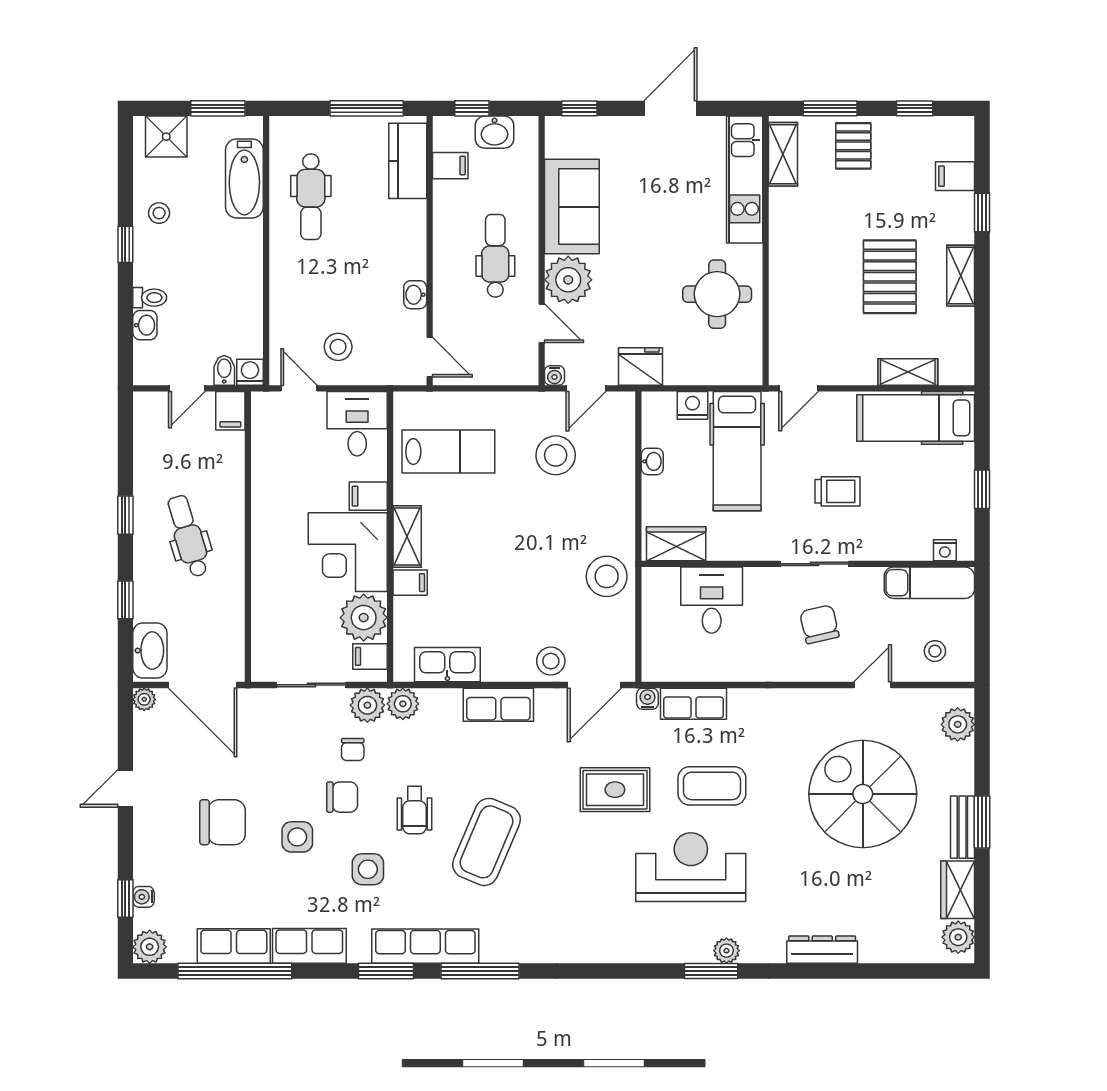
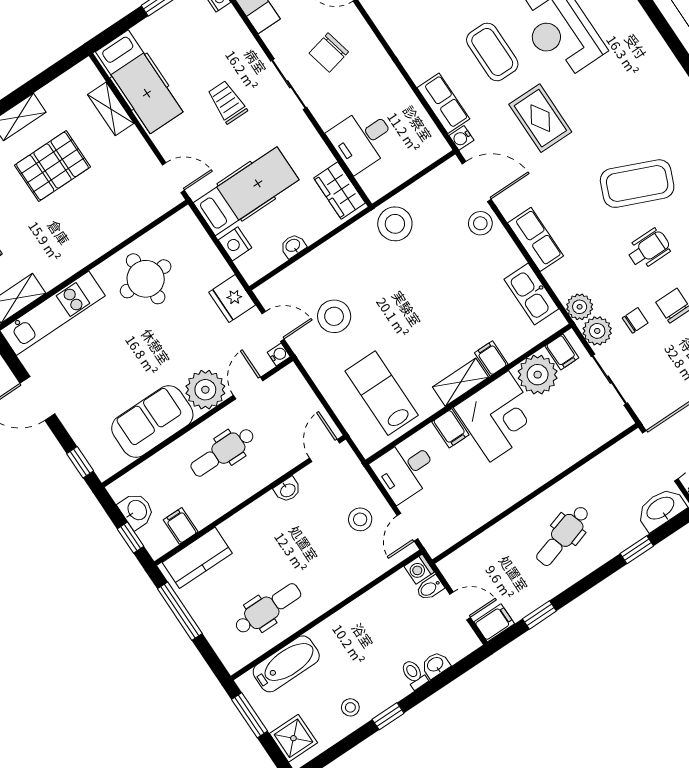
filing cabinet: (230, 411) -> (494, 623), moved
window: (125, 515) -> (539, 615), moved

